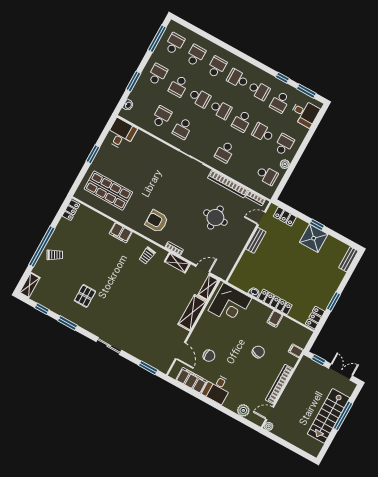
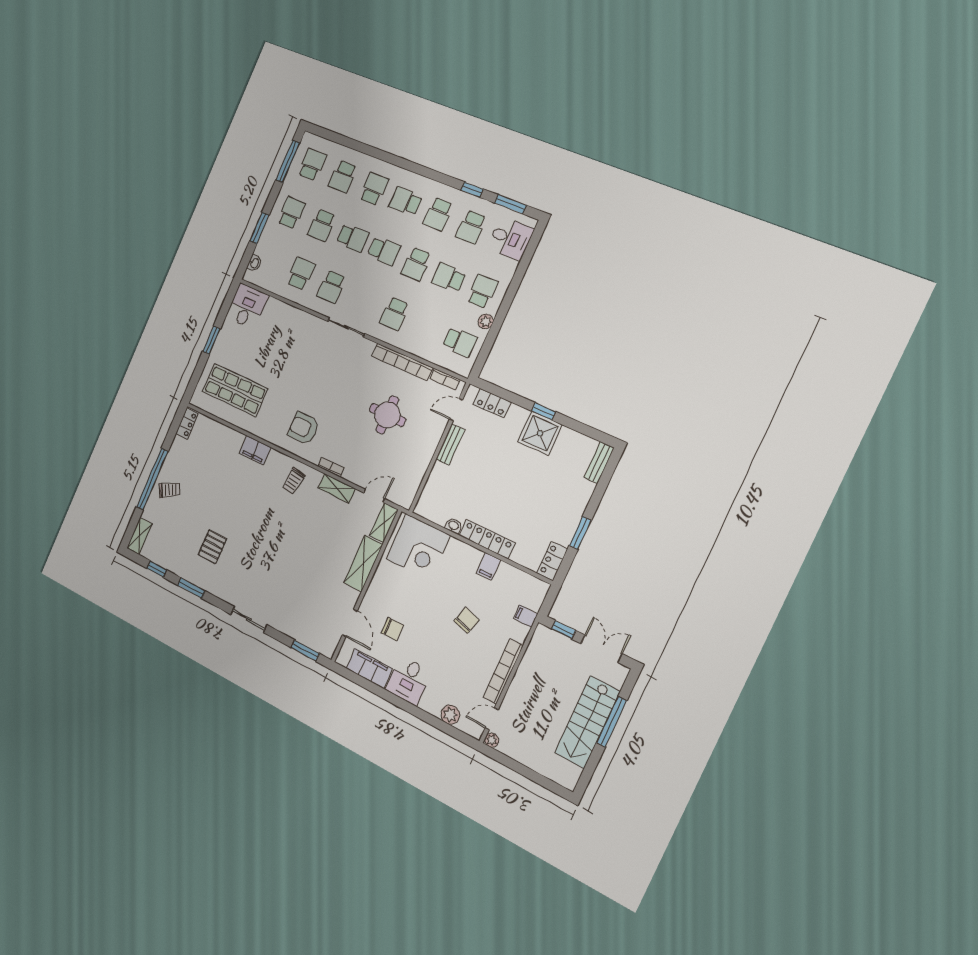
school desk: (196, 55) -> (343, 177), turned 180
school desk: (259, 90) -> (438, 214), turned 90

